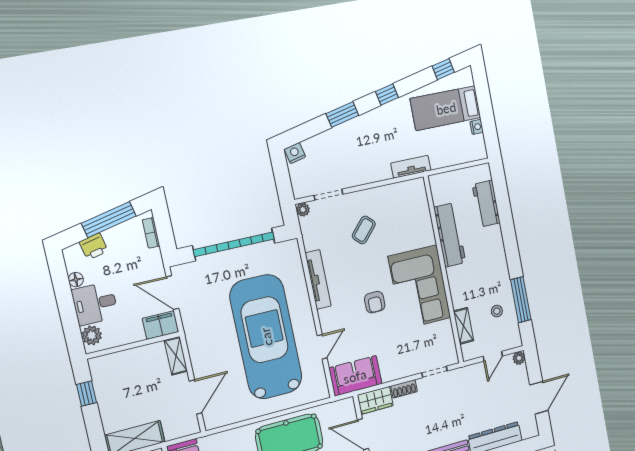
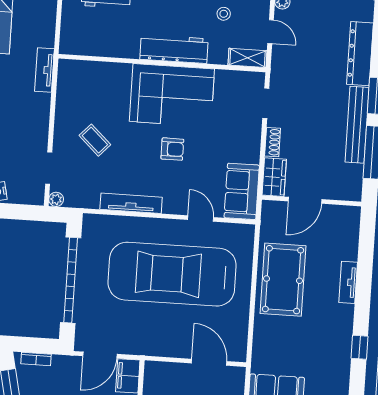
workbench: (450, 235) -> (174, 49), moved
shelving: (464, 326) -> (247, 58), moved
shelving: (176, 356) -> (162, 370), removed

